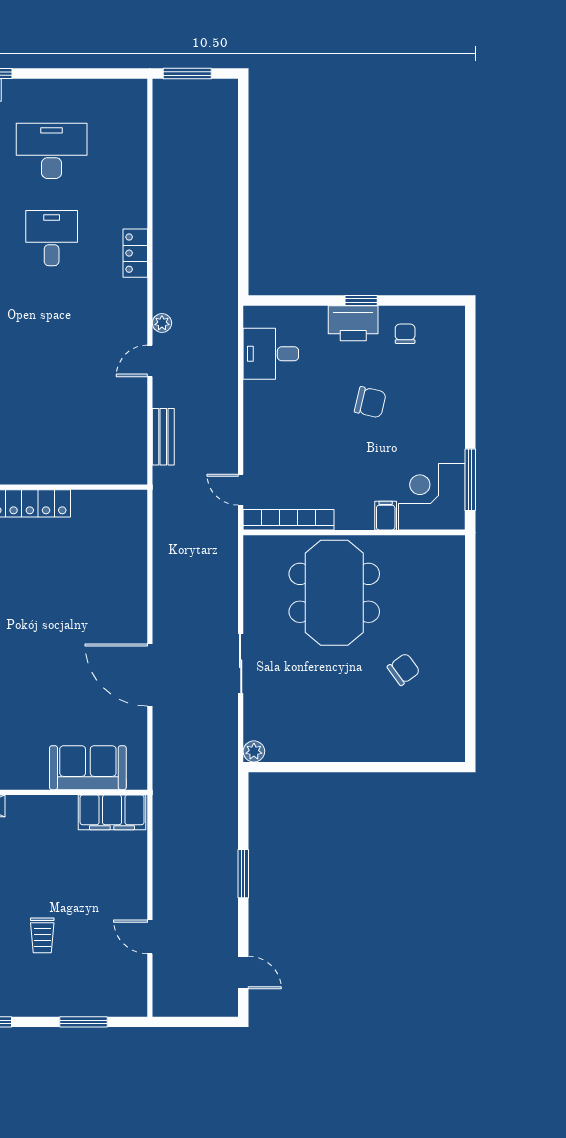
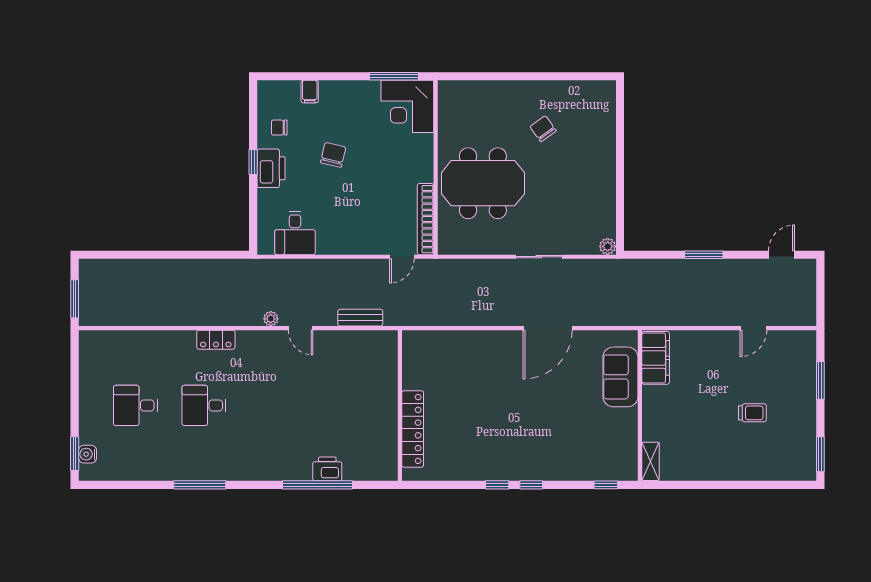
desk: (52, 151) -> (135, 405), width x0.73
filing cabinet: (386, 516) -> (310, 92), moved, turned -90

